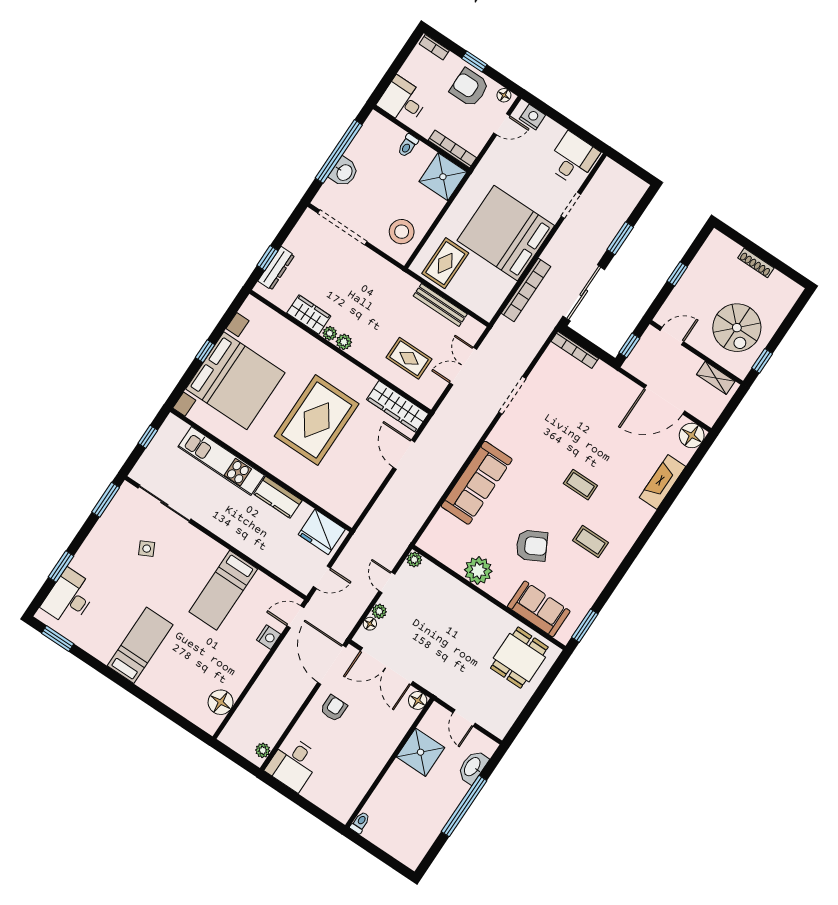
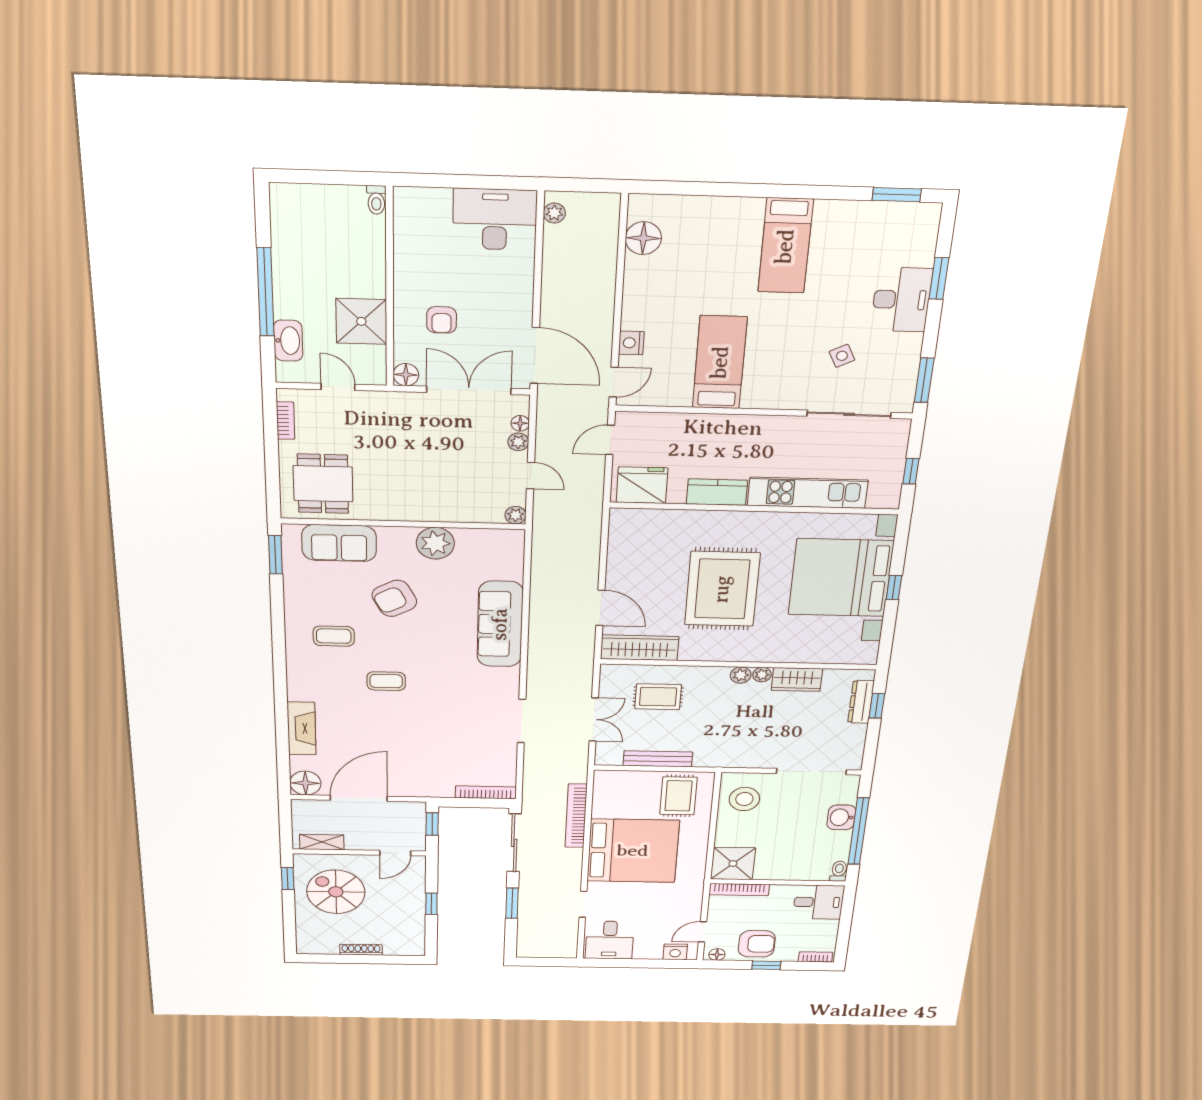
toilet: (408, 146) -> (839, 871), moved
desk: (69, 598) -> (902, 300), moved
armchair: (334, 708) -> (442, 320), moved
bookcase: (512, 715) -> (286, 421), added
desk: (293, 764) -> (495, 219), width x1.37

